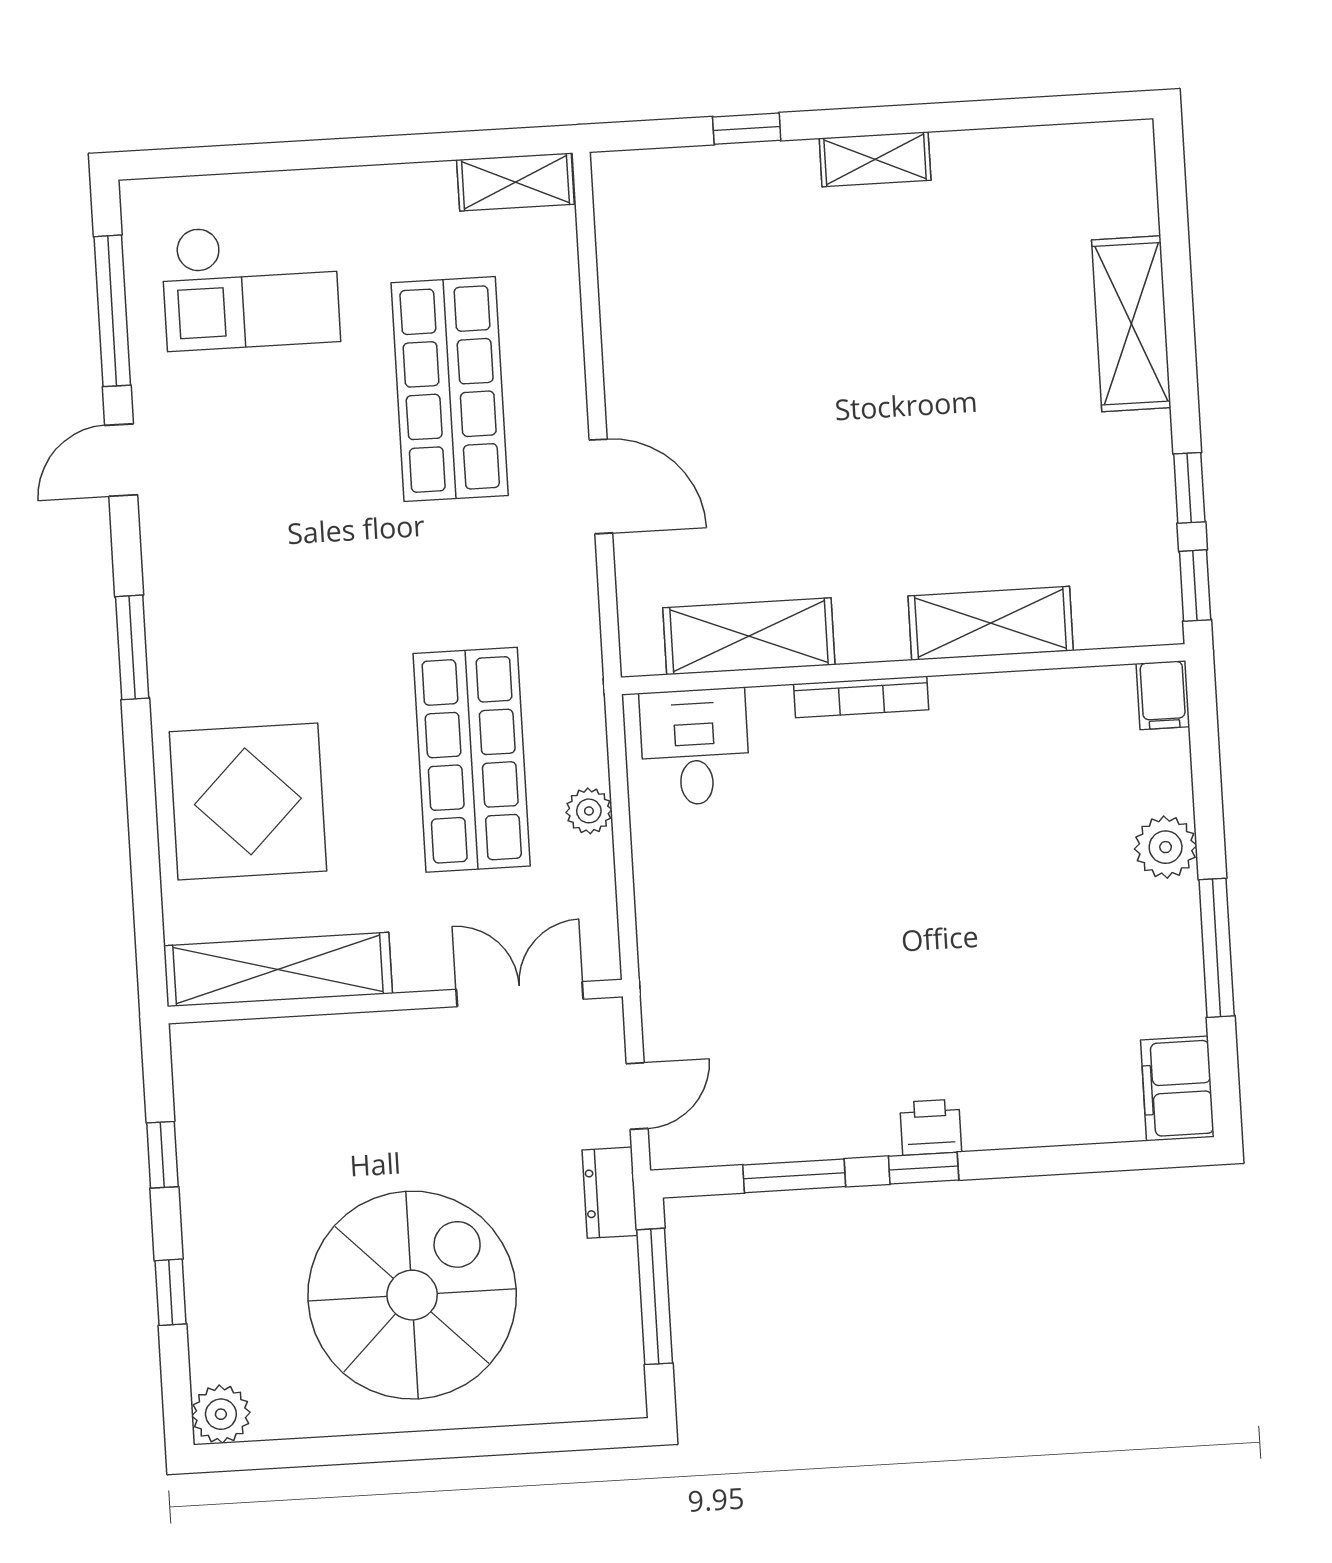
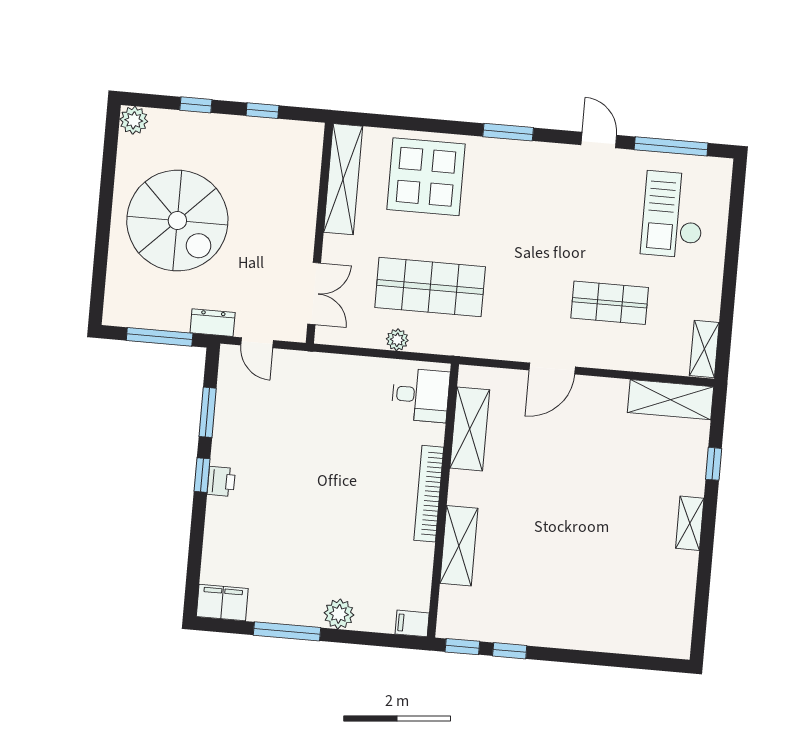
shelving: (1131, 324) -> (671, 400), moved
shop shelf: (450, 389) -> (610, 303), width x0.70, depth x0.74
bookcase: (861, 697) -> (429, 494), width x1.48, depth x1.31

